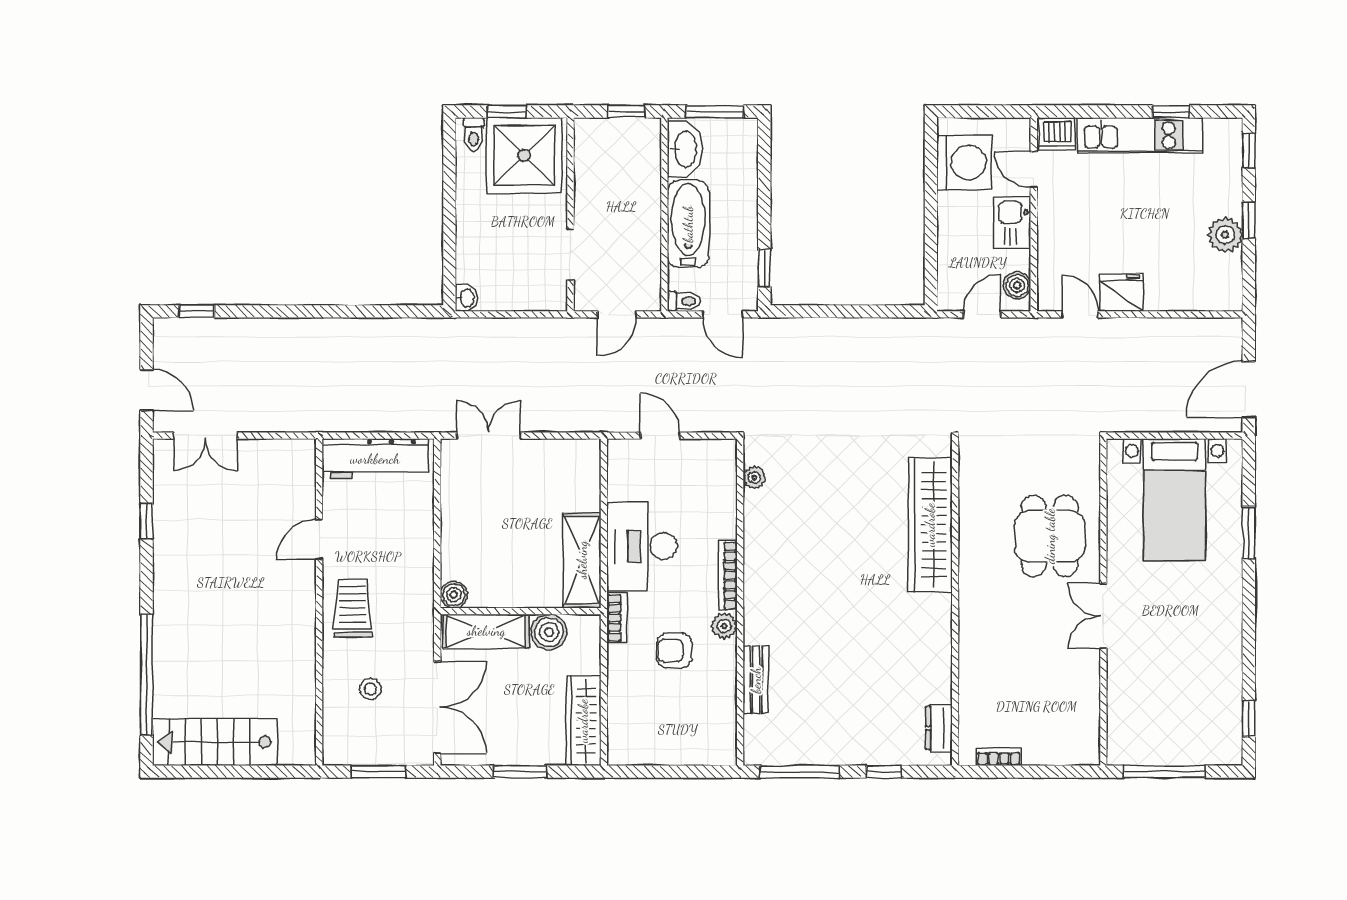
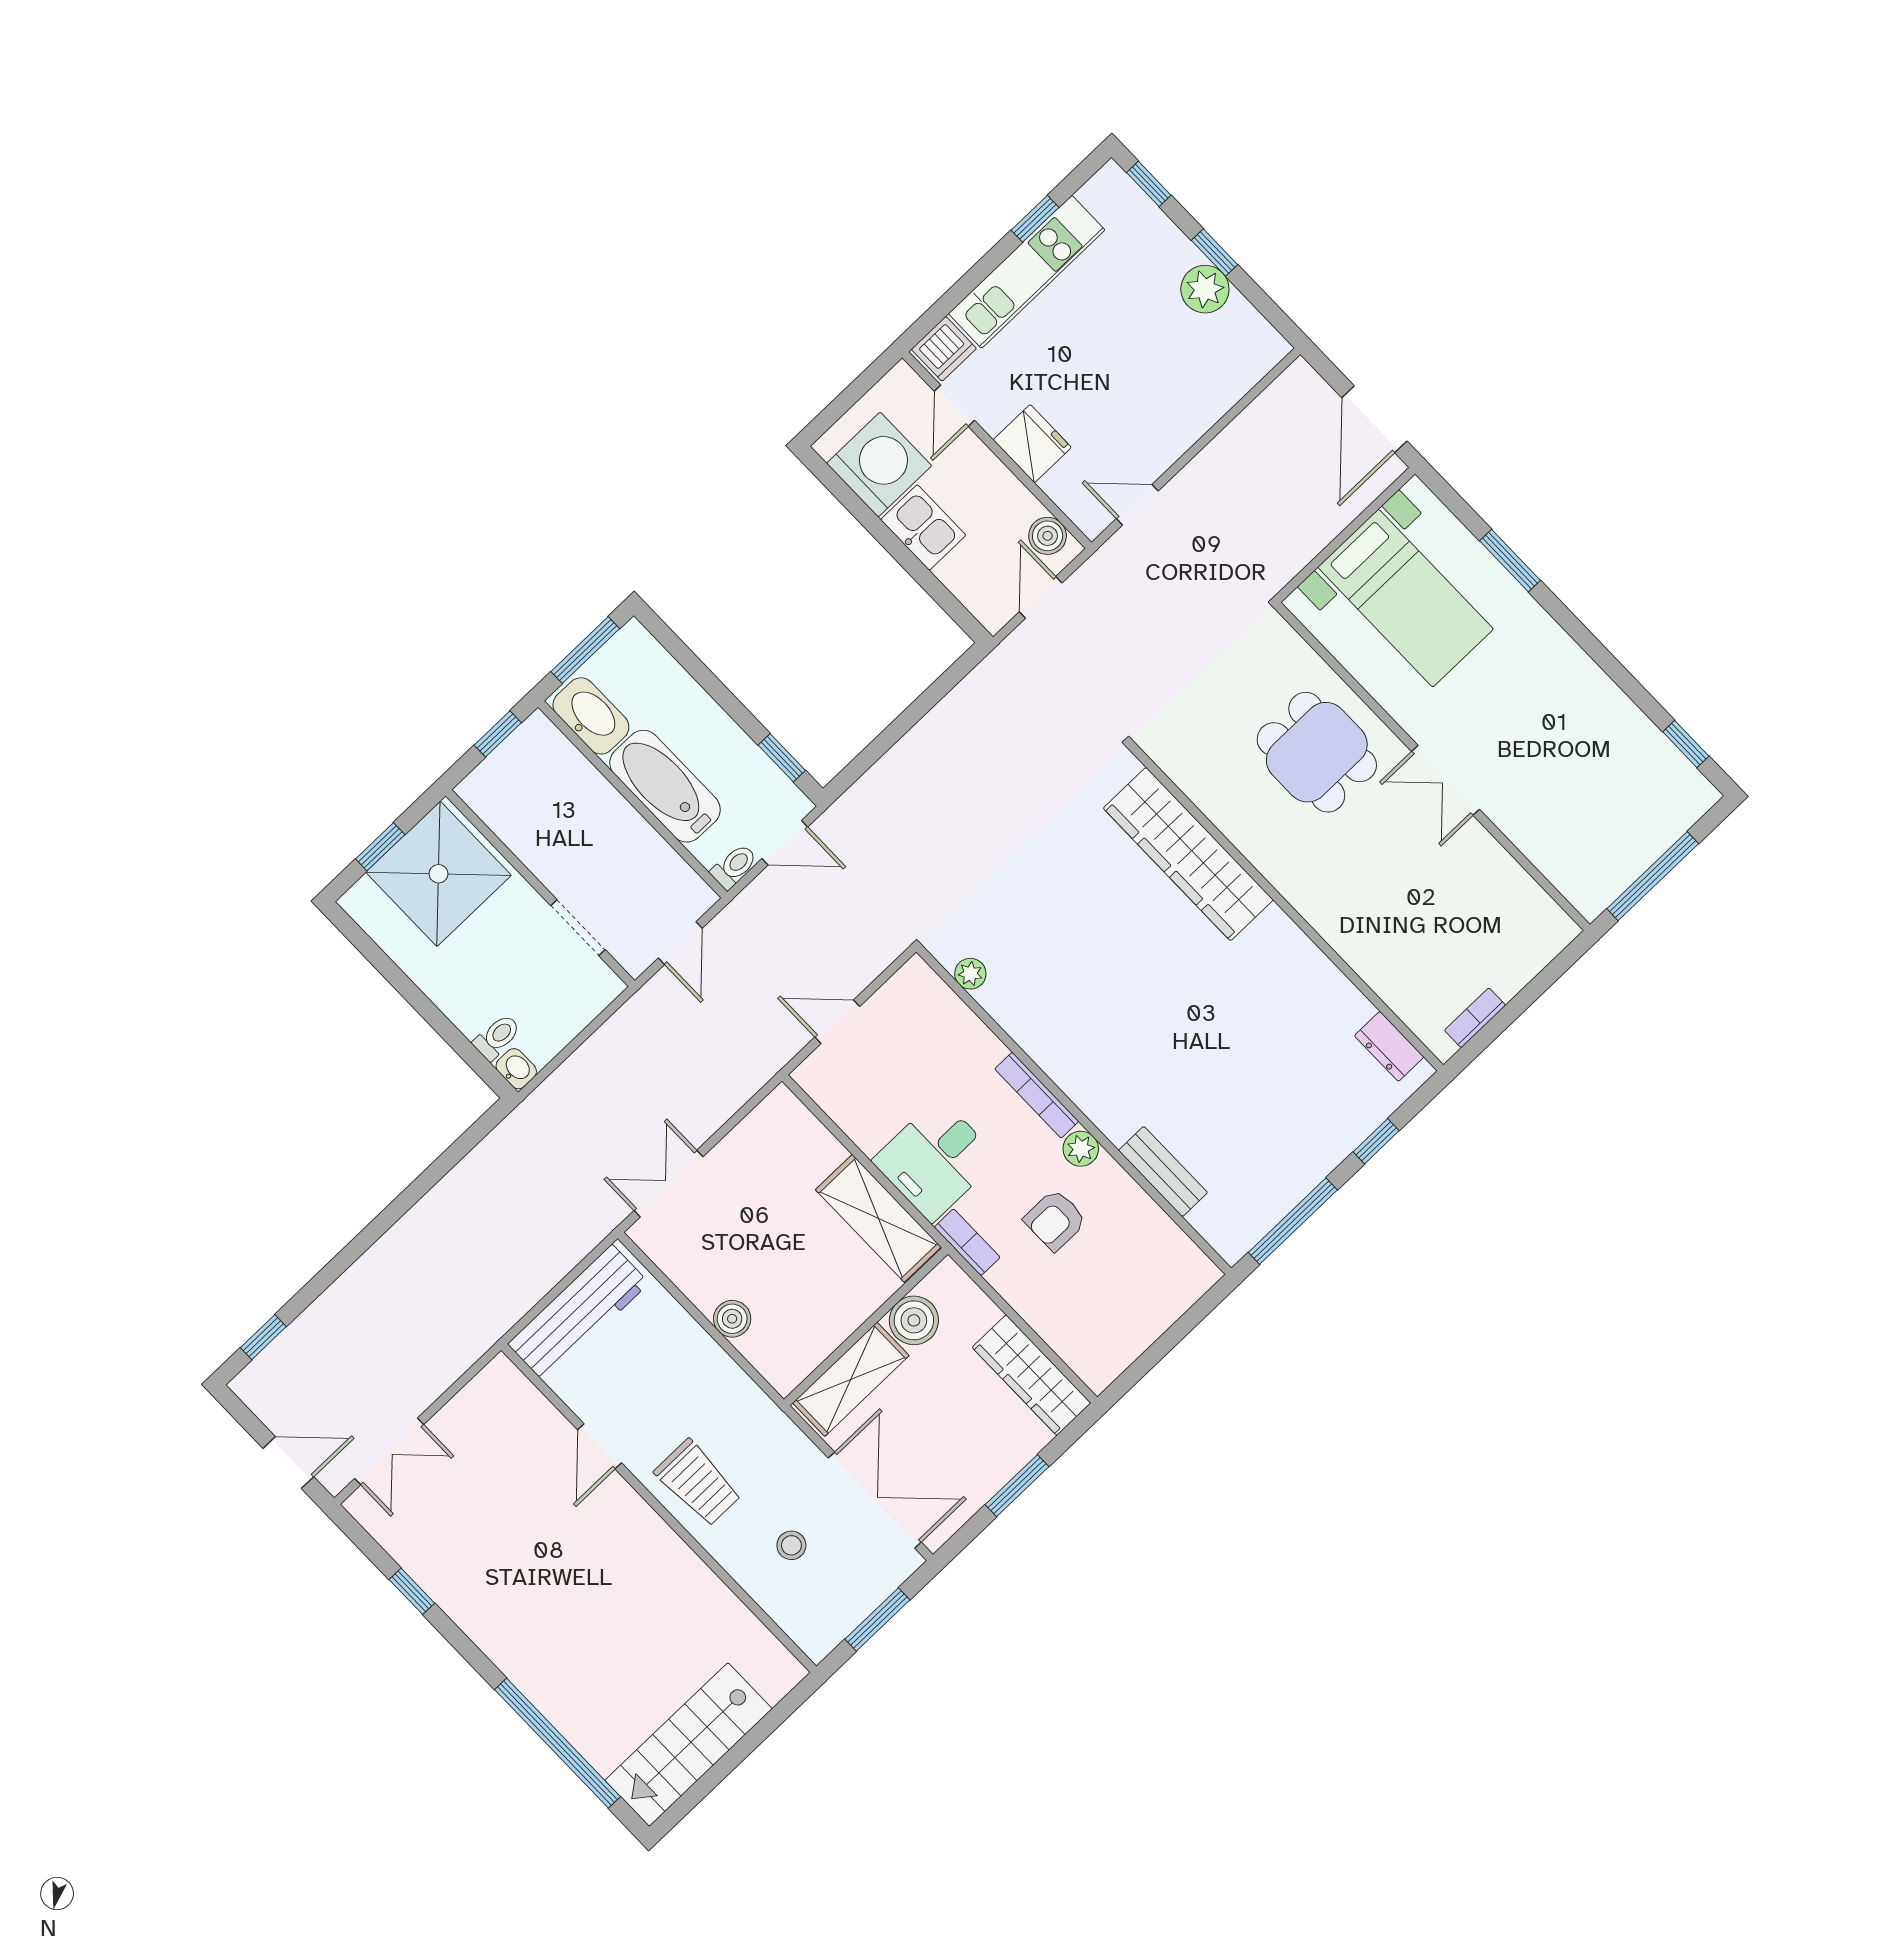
toilet: (474, 135) -> (497, 1037), moved, turned -90
door: (1034, 169) -> (954, 406), hinge flipped
kitchen sink: (1012, 223) -> (923, 527), moved, turned 180
fridge: (1121, 293) -> (1032, 444), moved, turned 90
desk: (642, 546) -> (935, 1160), width x0.73
boiler: (454, 595) -> (732, 1319), moved
trolley: (353, 609) -> (698, 1483), turned 180

